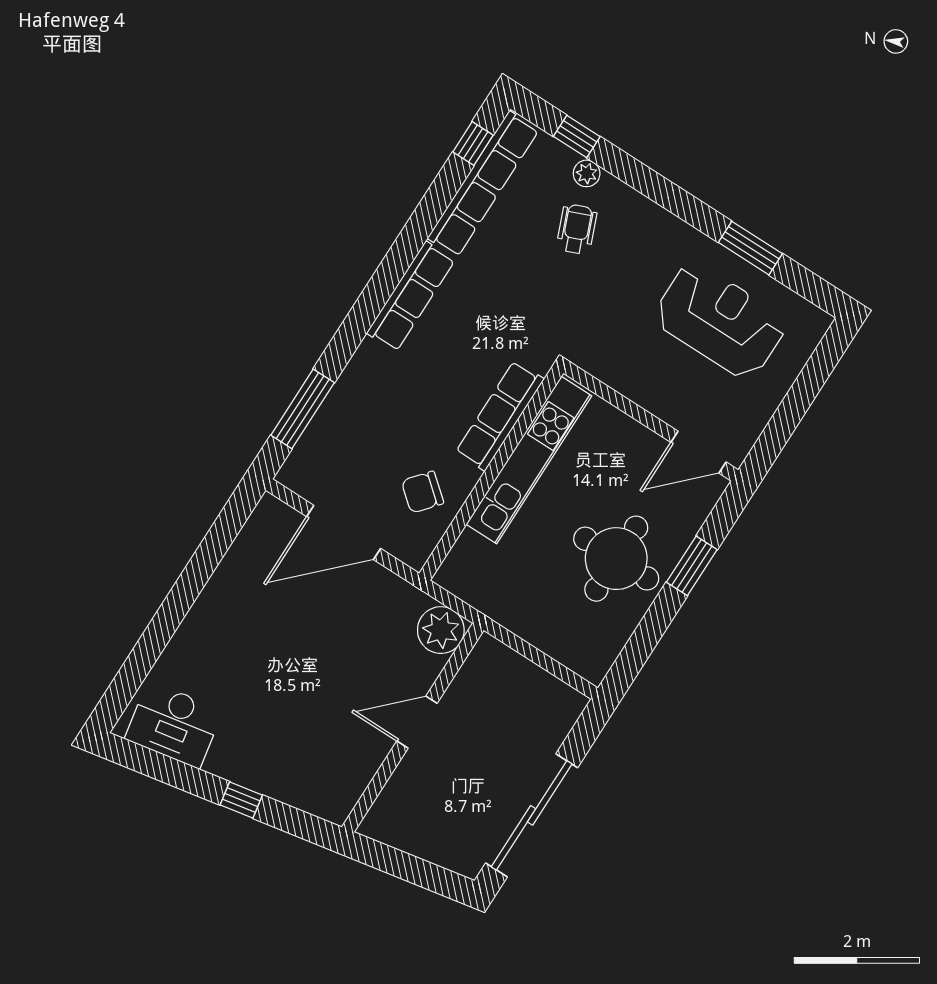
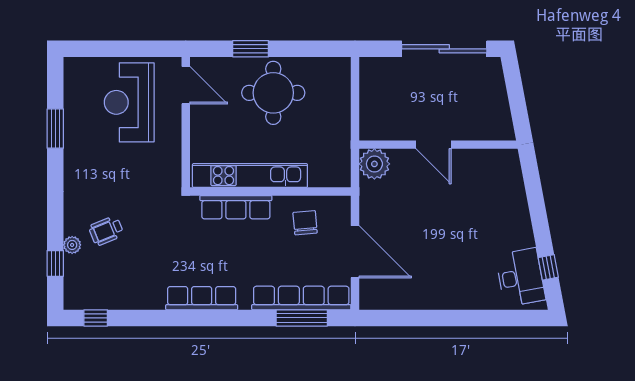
row of seats: (483, 184) -> (301, 298), moved
reception desk: (720, 321) -> (129, 102), moved
chair: (423, 492) -> (305, 223), turned -135
window: (241, 800) -> (548, 267), moved

